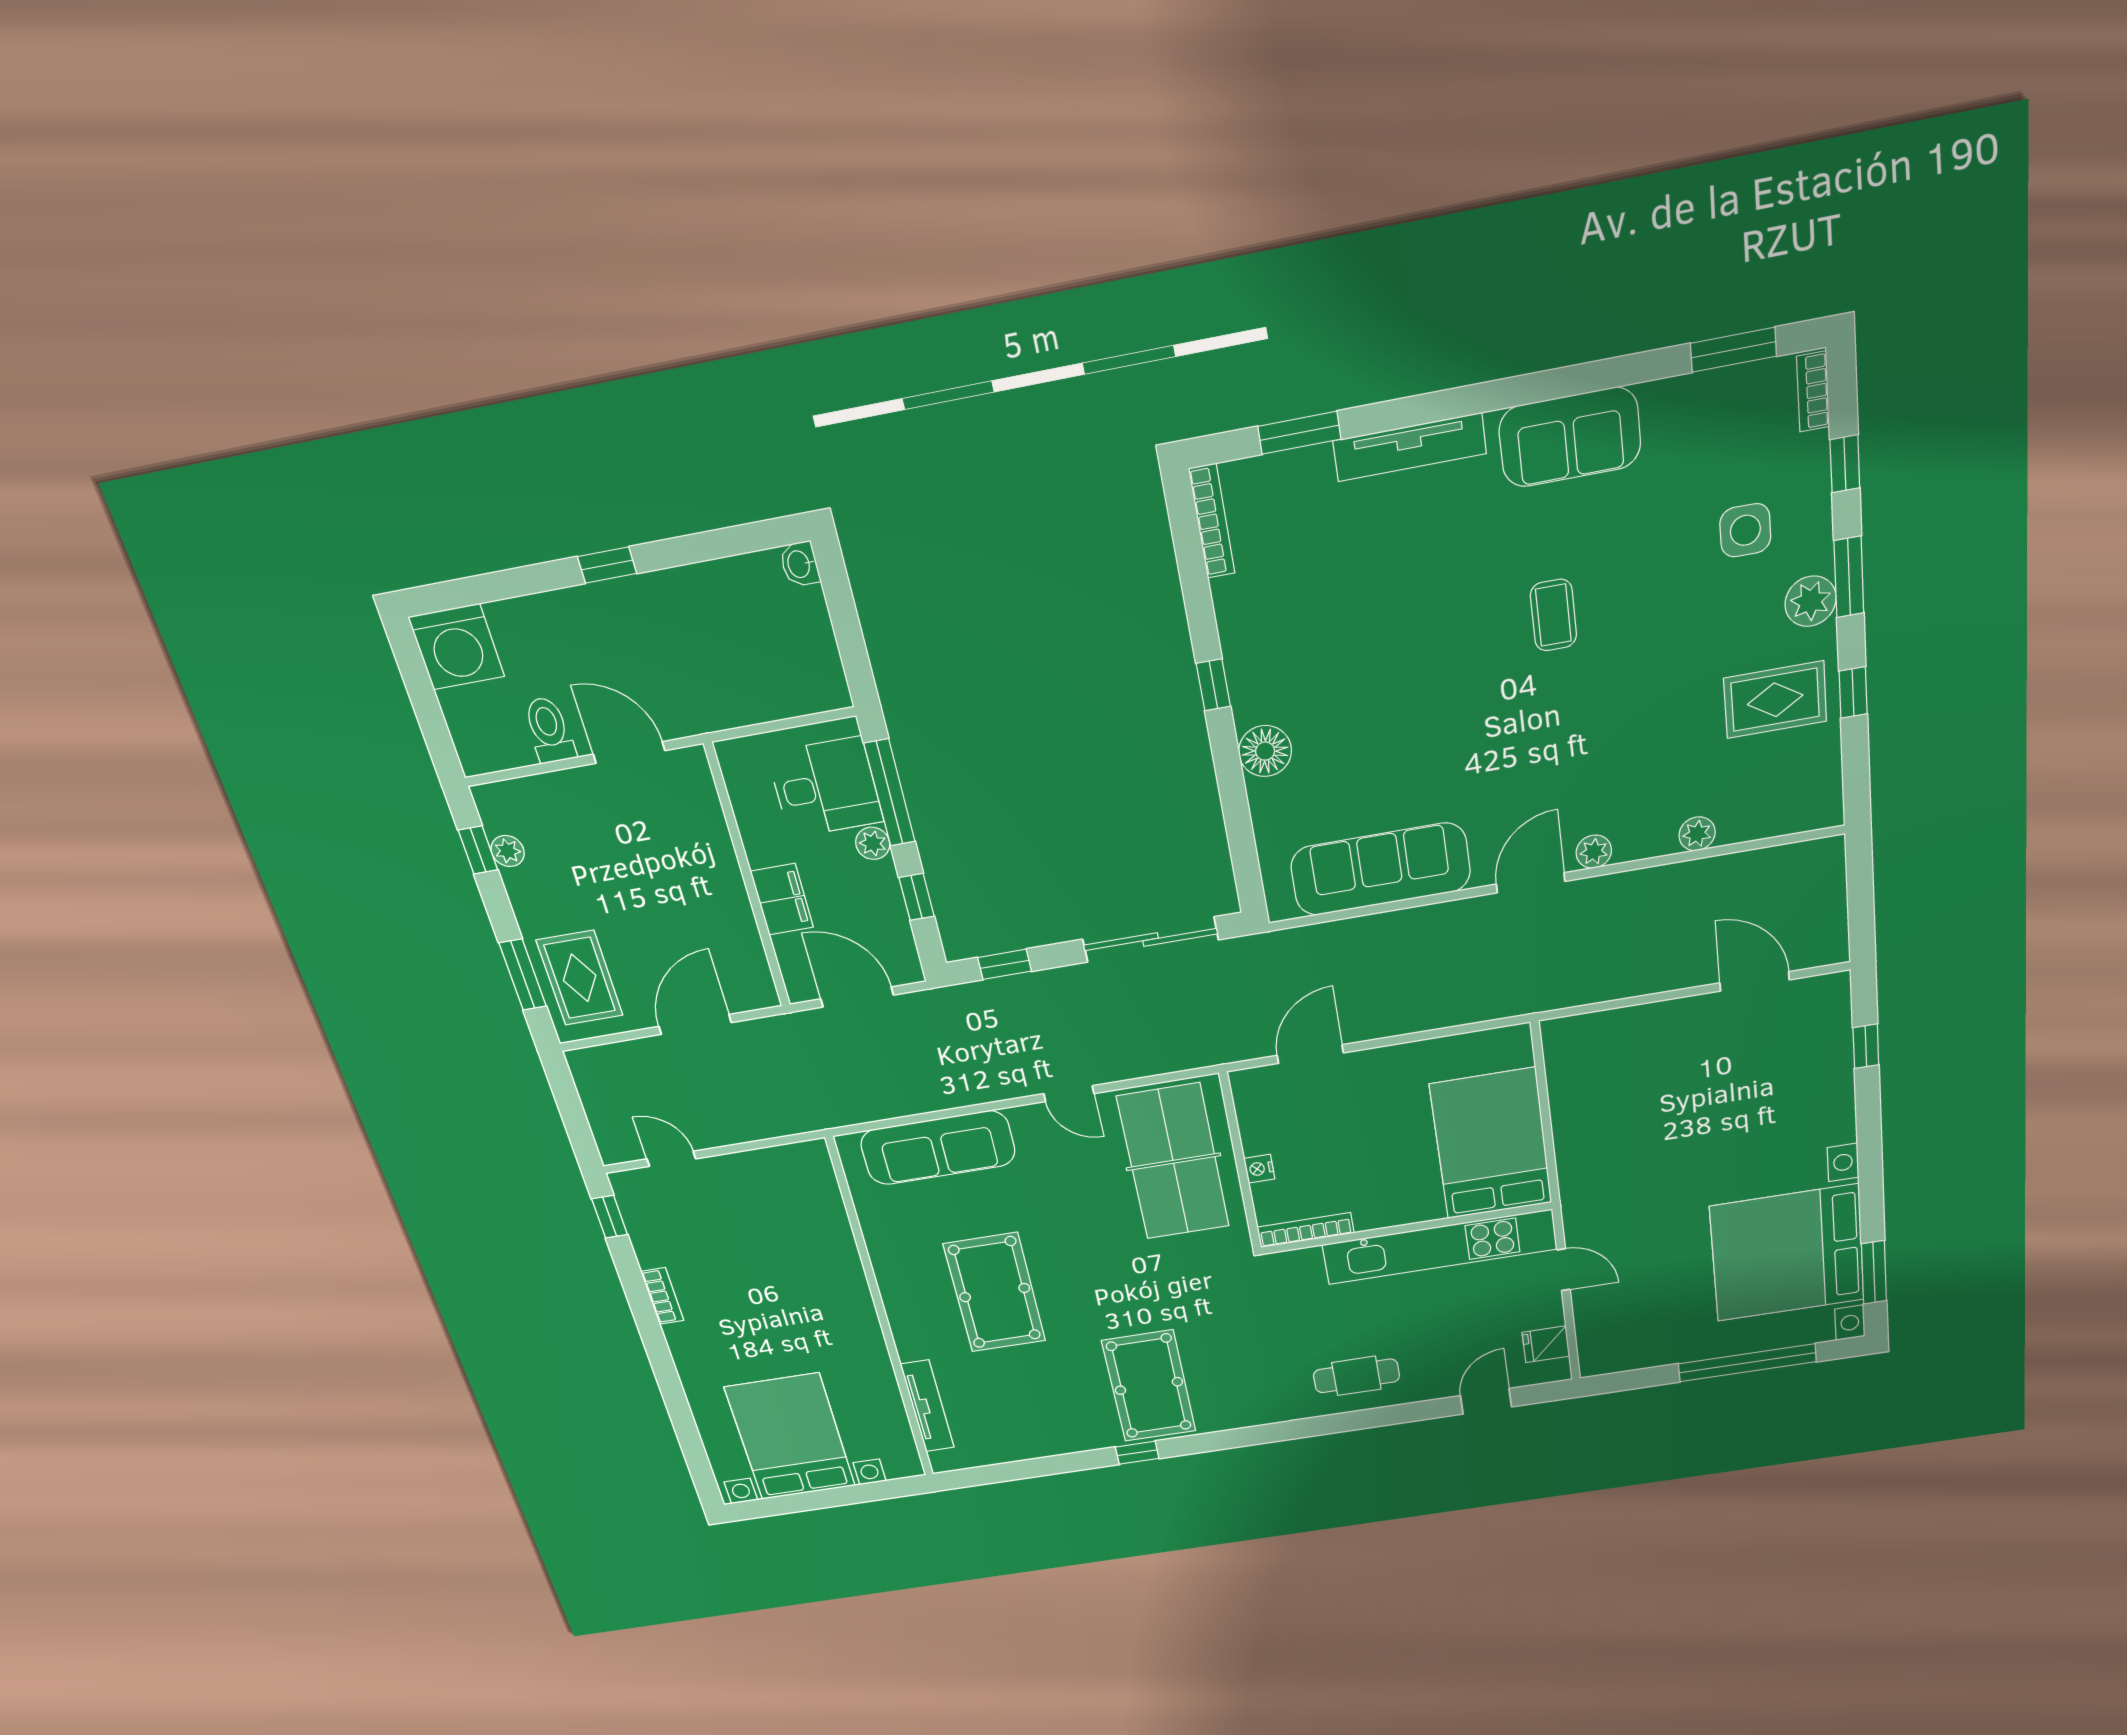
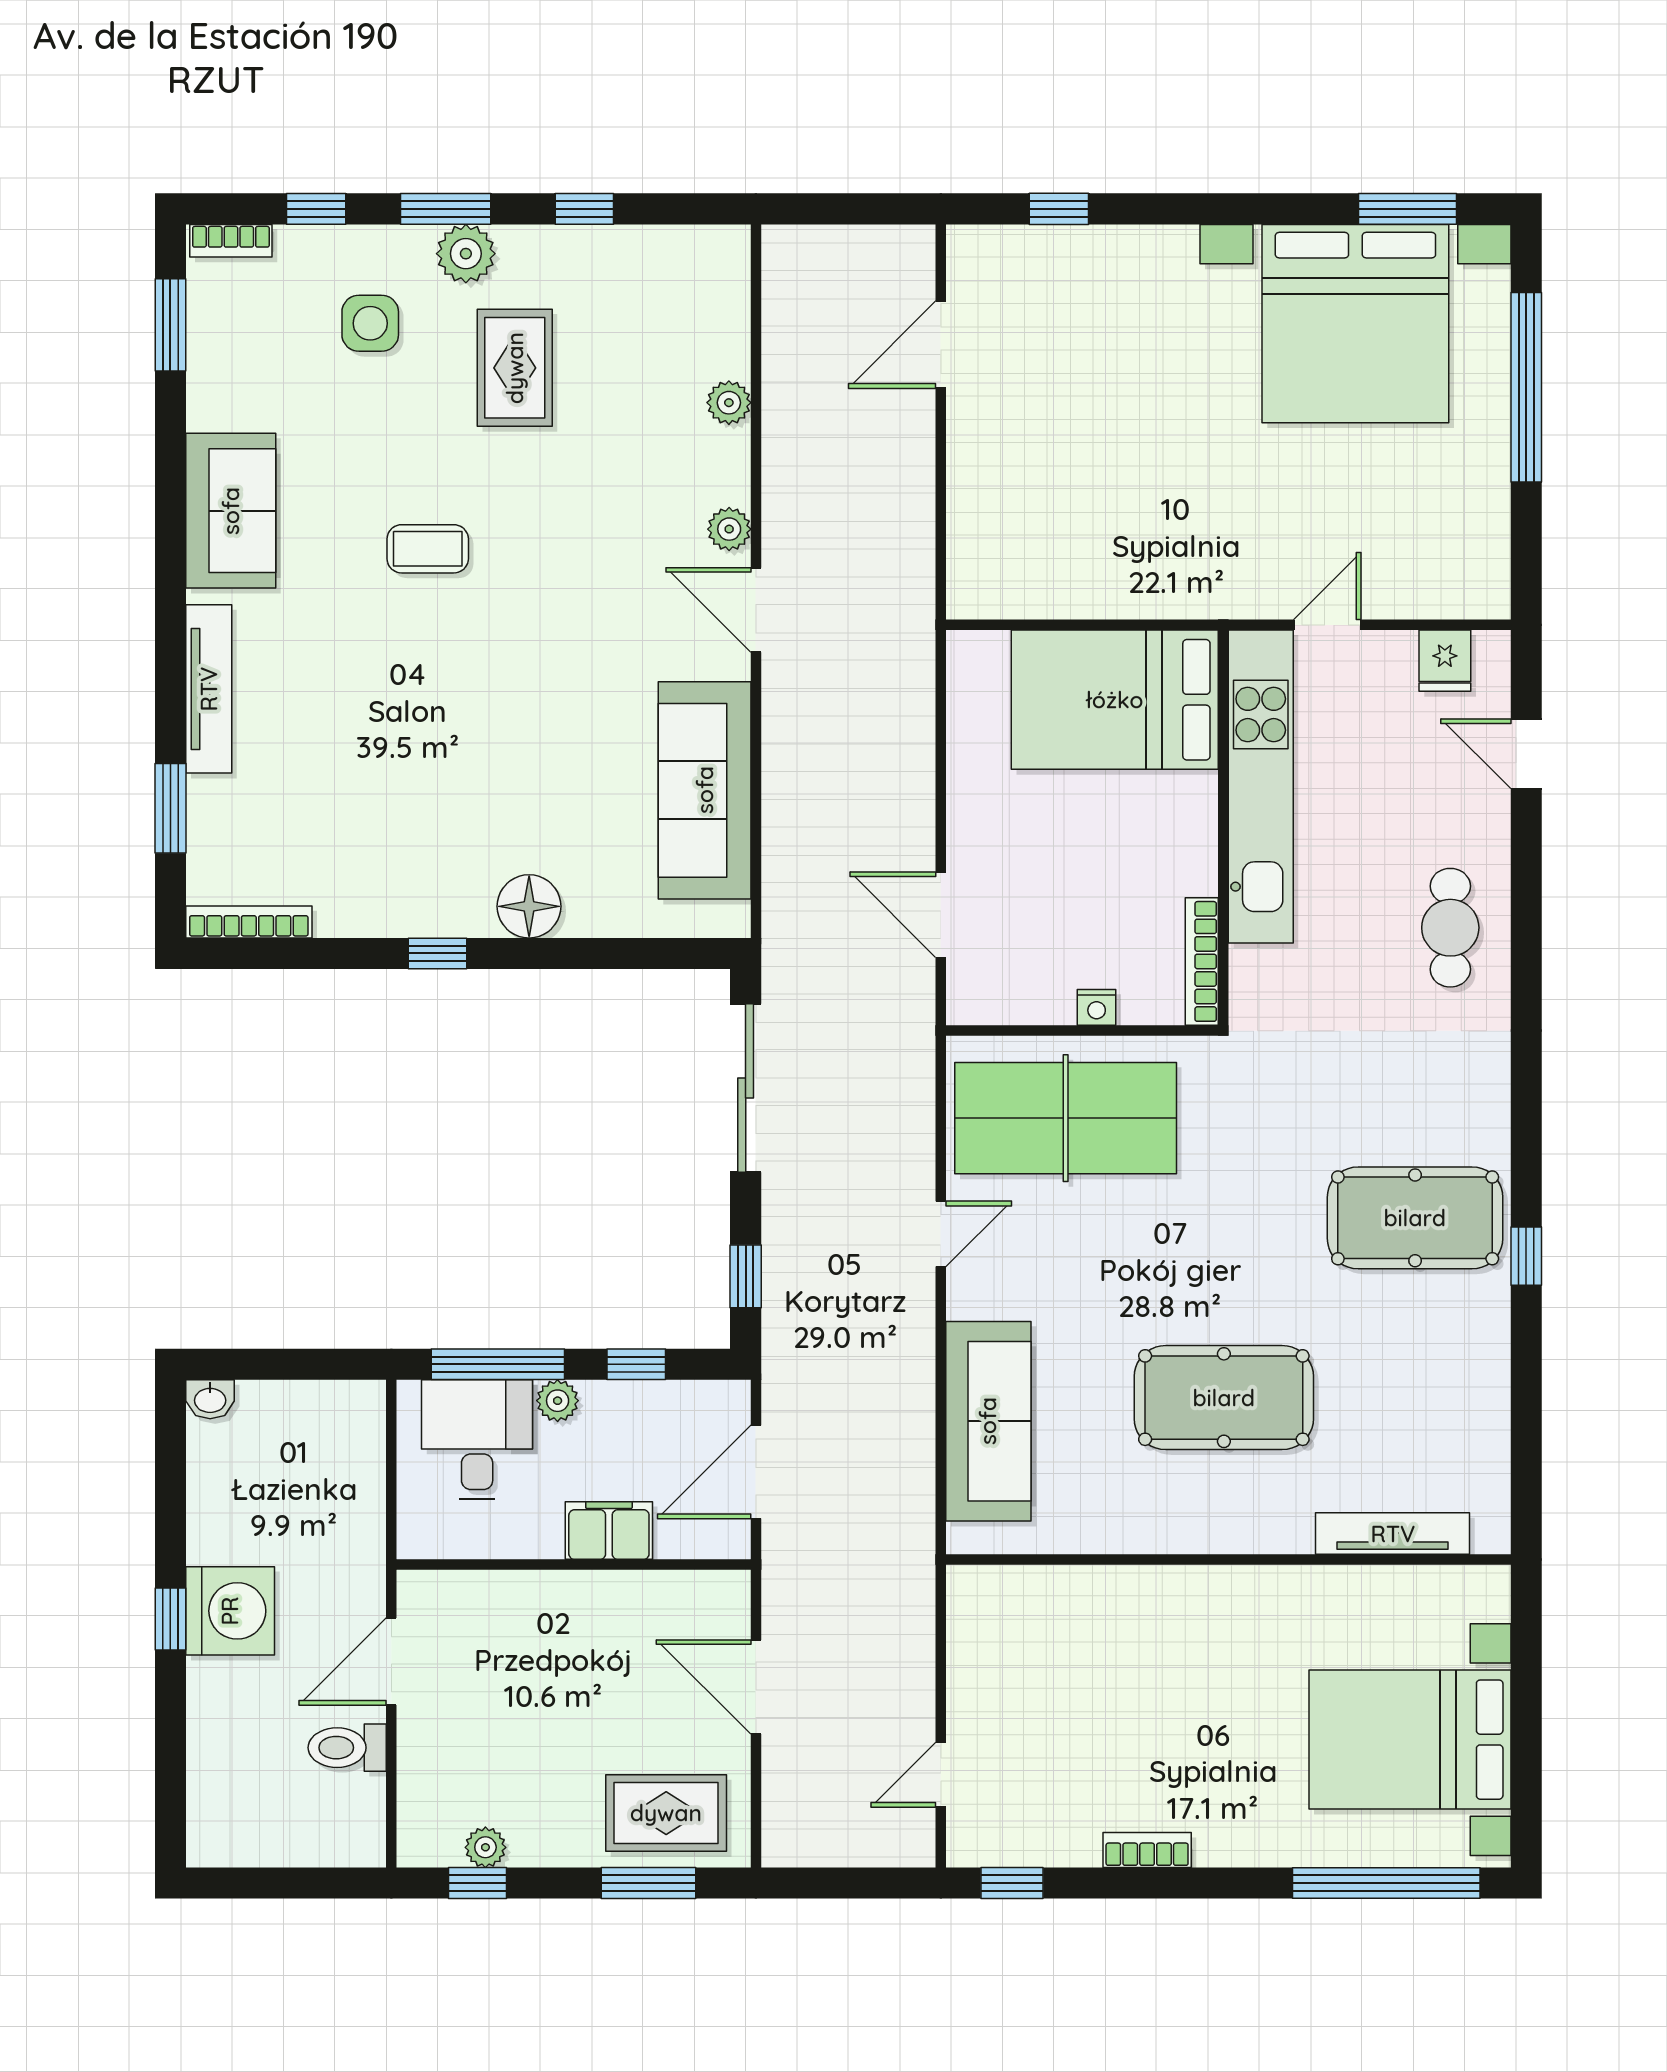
washing machine: (456, 647) -> (230, 1611), moved
rug: (1775, 700) -> (515, 368), moved
window: (689, 1438) -> (1386, 1883), added

